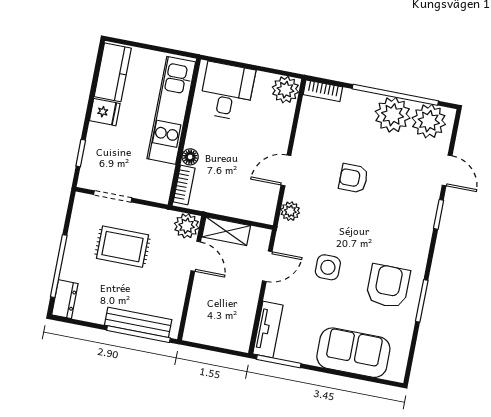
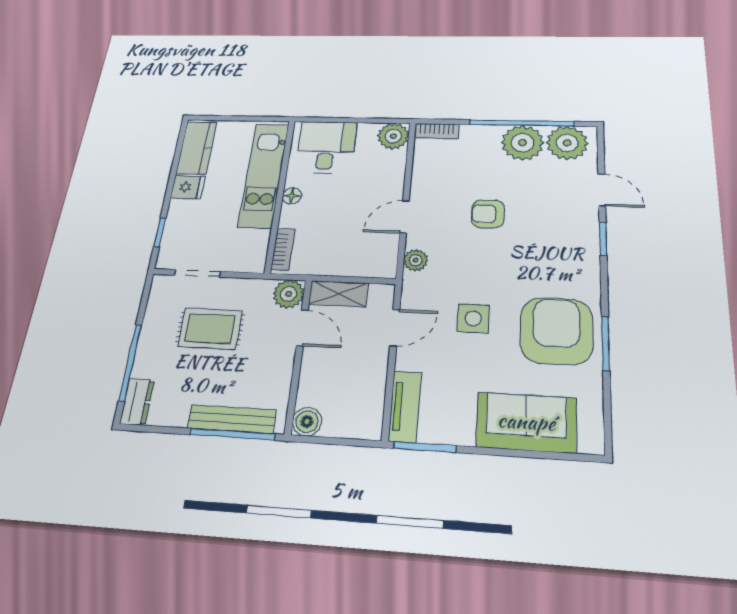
floor lamp: (190, 157) -> (292, 196), moved
armchair: (388, 286) -> (556, 331), width x1.36, depth x1.36
boiler: (195, 332) -> (307, 422), added

